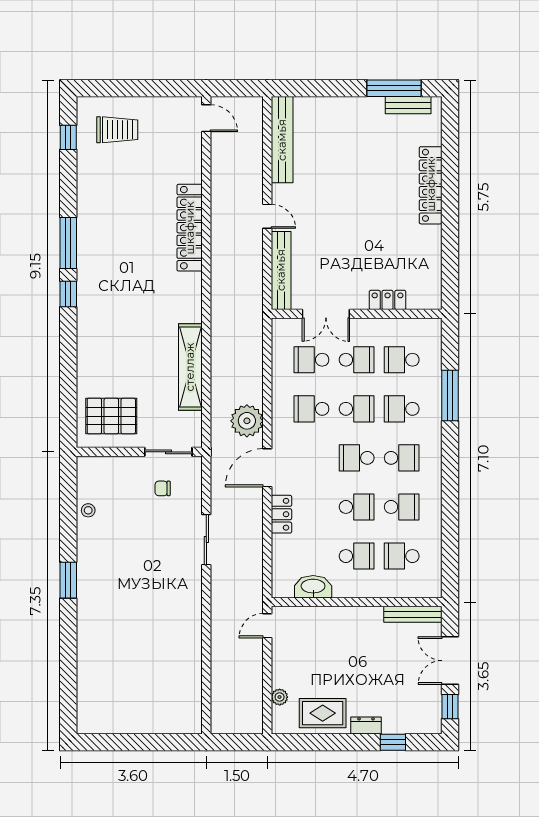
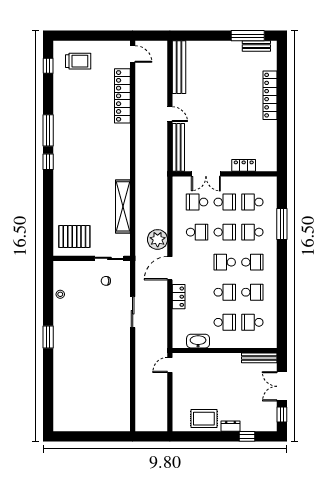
locker: (190, 228) -> (122, 96), moved
school desk: (311, 409) -> (197, 232), turned 180
plant: (280, 697) -> (178, 409), removed

